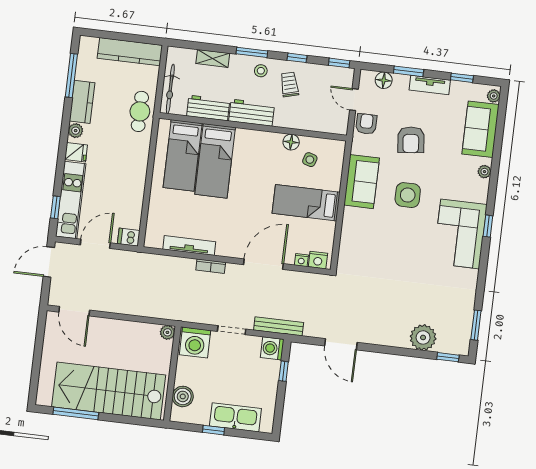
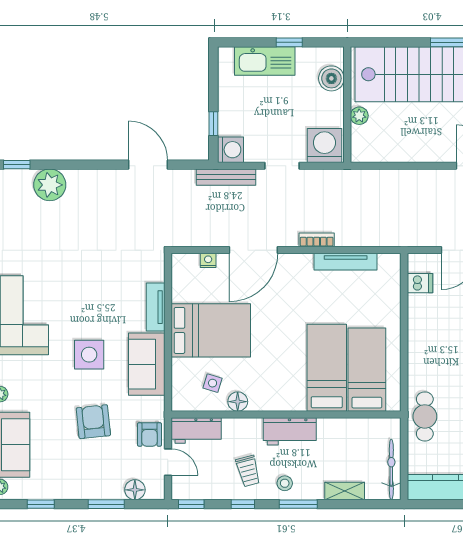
tv unit: (430, 85) -> (156, 307), moved, turned -90
bicycle: (170, 89) -> (391, 469), moved
workbench: (208, 108) -> (196, 431), moved
bed: (306, 203) -> (211, 330), width x1.50
dishwasher: (129, 237) -> (420, 283), moved
nightstand: (318, 260) -> (188, 263), removed
plant: (167, 332) -> (359, 116), moved

